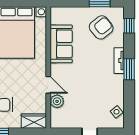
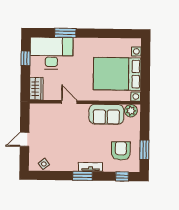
armchair: (101, 27) -> (121, 151), turned -141
door: (48, 85) -> (69, 102), swing flipped
plant: (57, 101) -> (131, 111), moved

